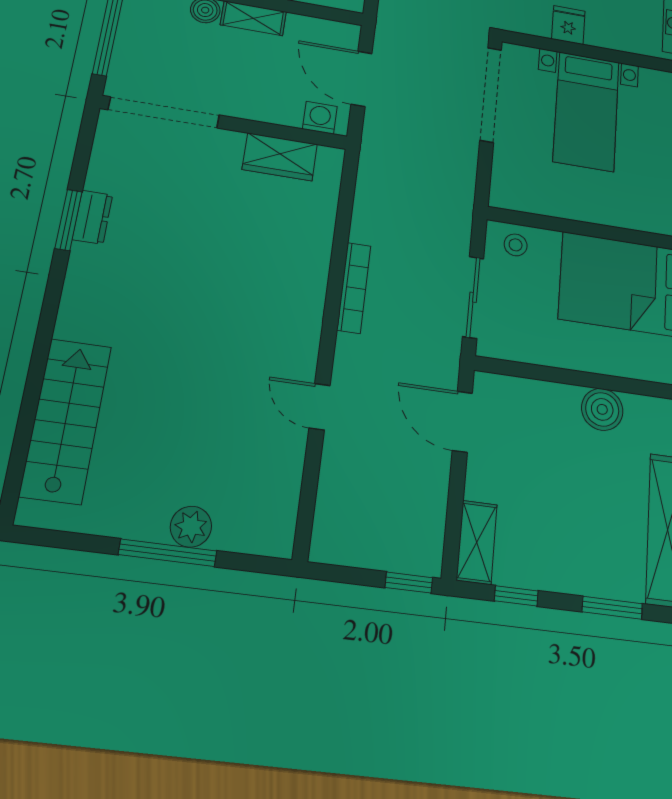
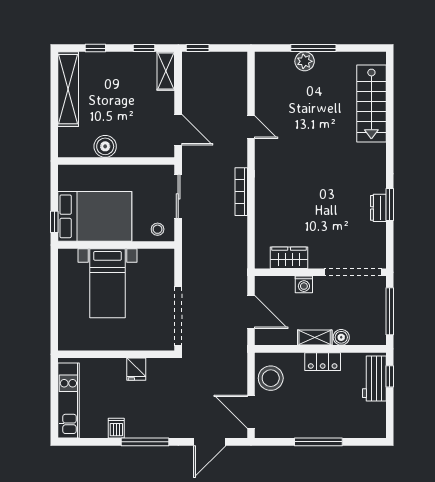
bed with nightstands: (586, 111) -> (108, 283), moved, turned 180
washing machine: (320, 118) -> (304, 284), moved
window: (612, 608) -> (95, 48), width x0.67

